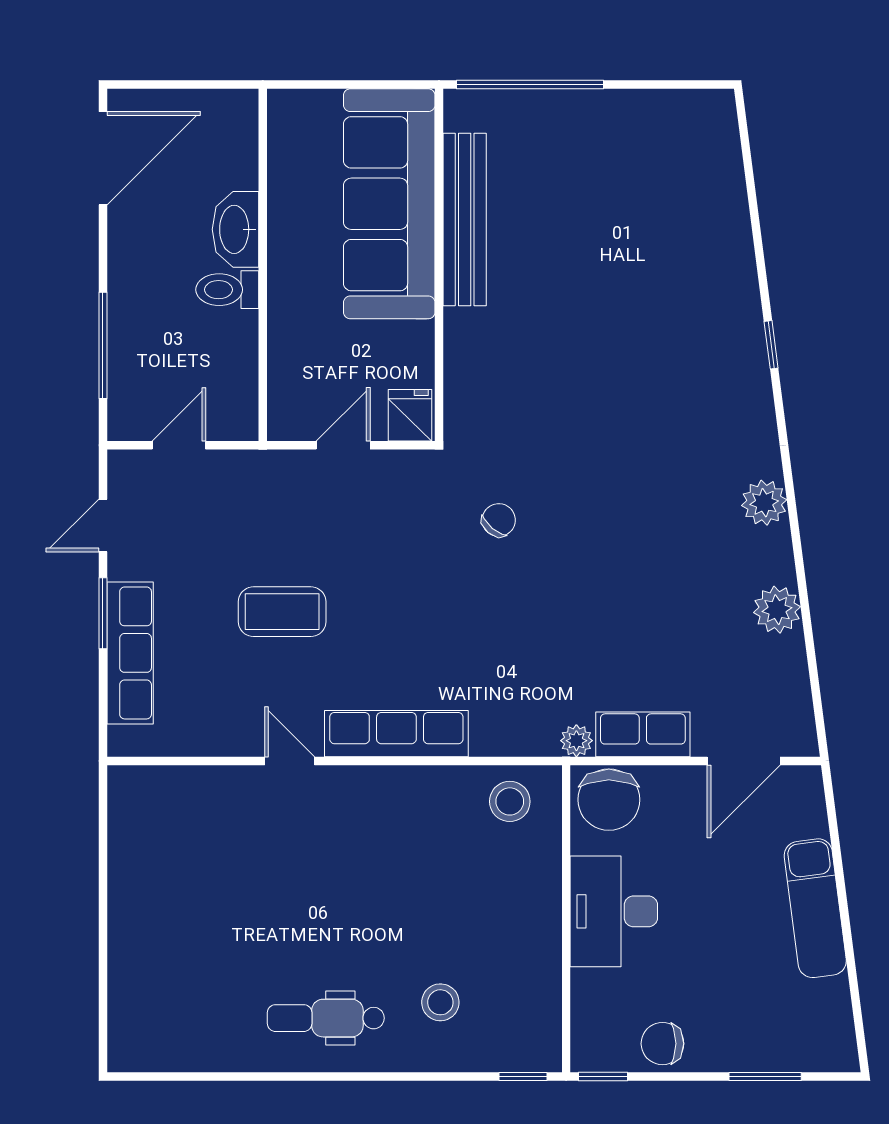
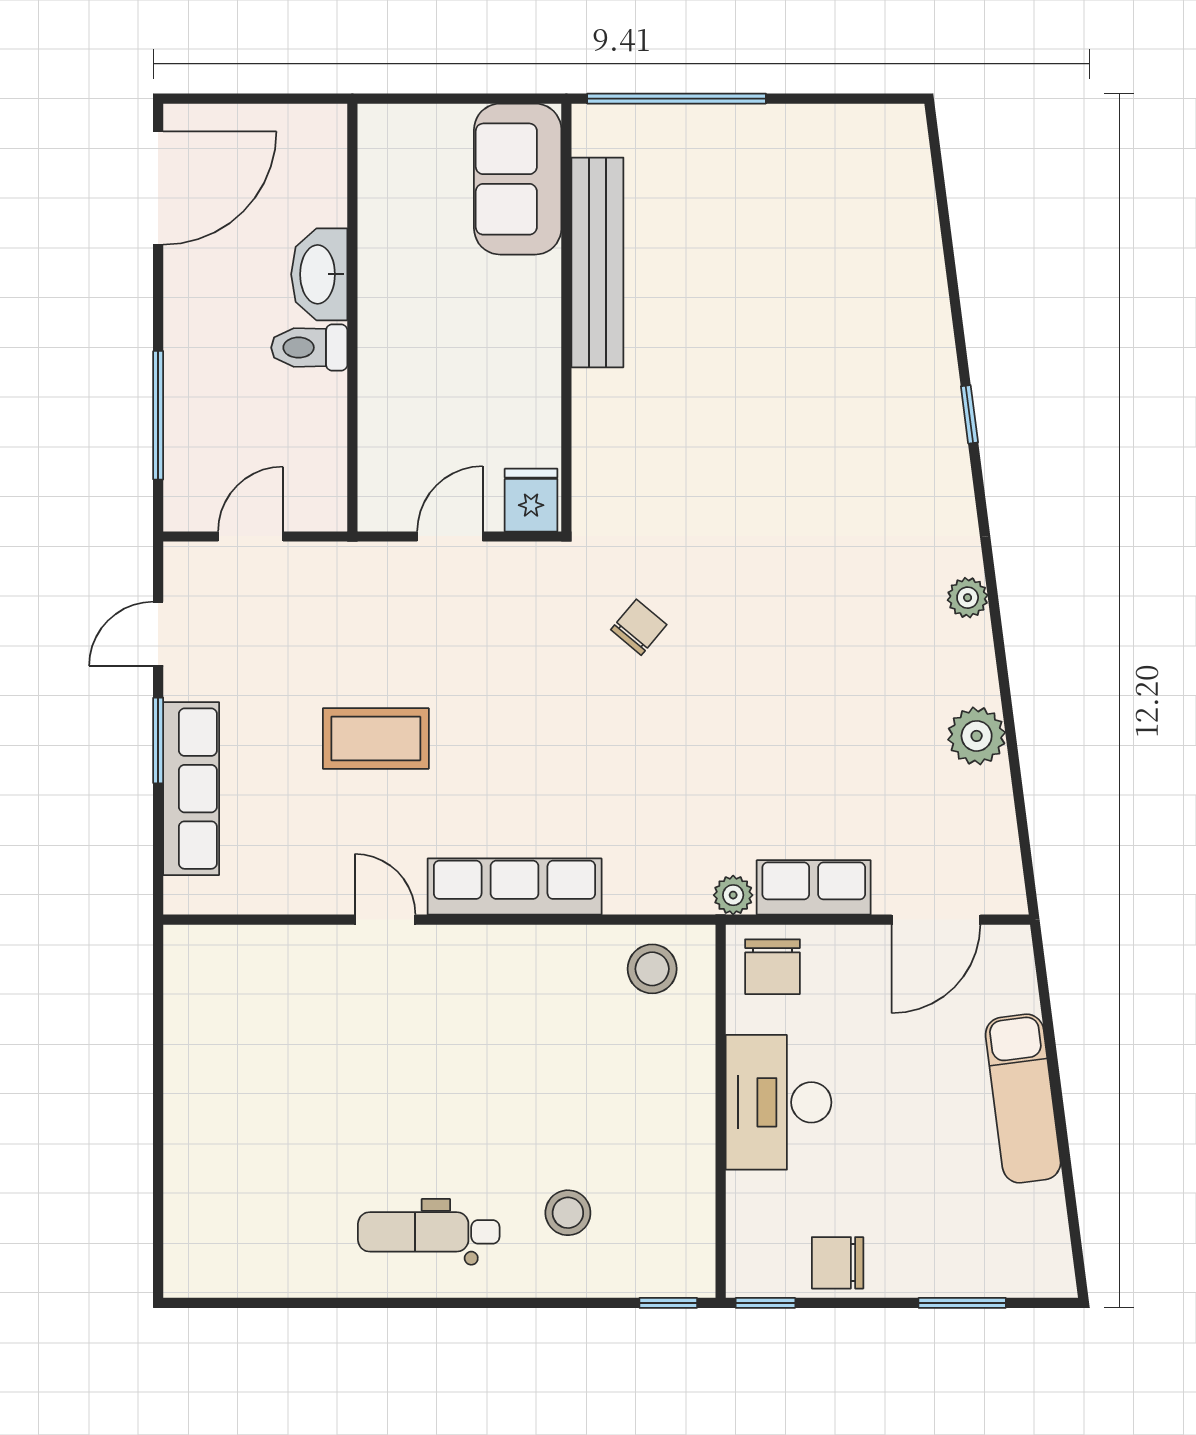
sofa: (389, 204) -> (518, 179), width x0.54, depth x0.79
plant: (764, 503) -> (968, 598), width x0.73, depth x0.73
chair: (609, 800) -> (772, 967), width x0.73, depth x0.73

